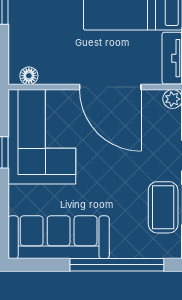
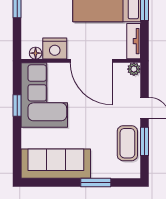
nightstand: (57, 69) -> (55, 49), added
window: (117, 265) -> (96, 183), width x0.47

